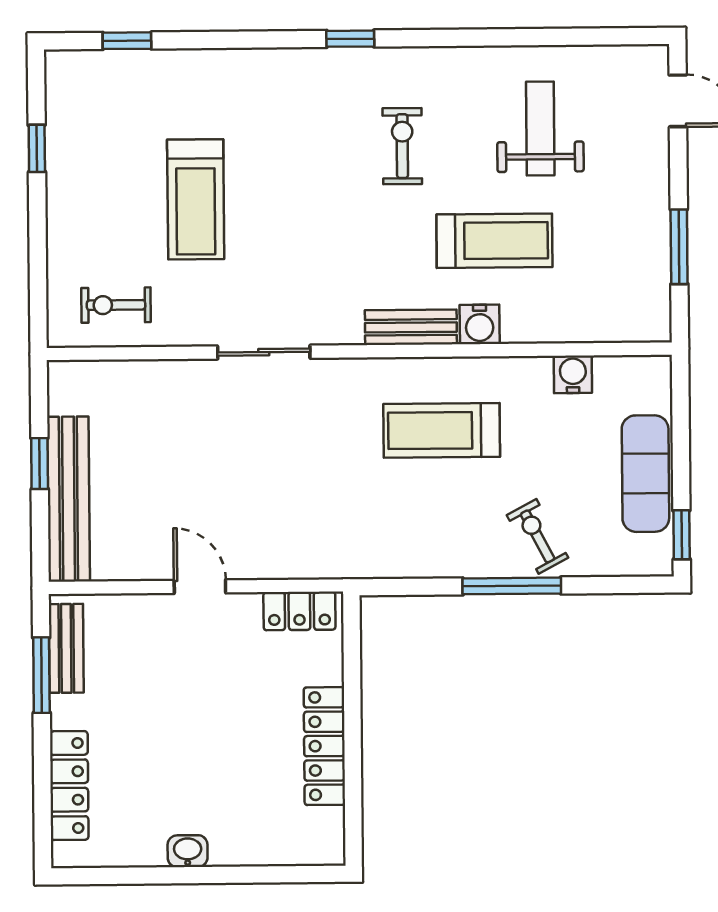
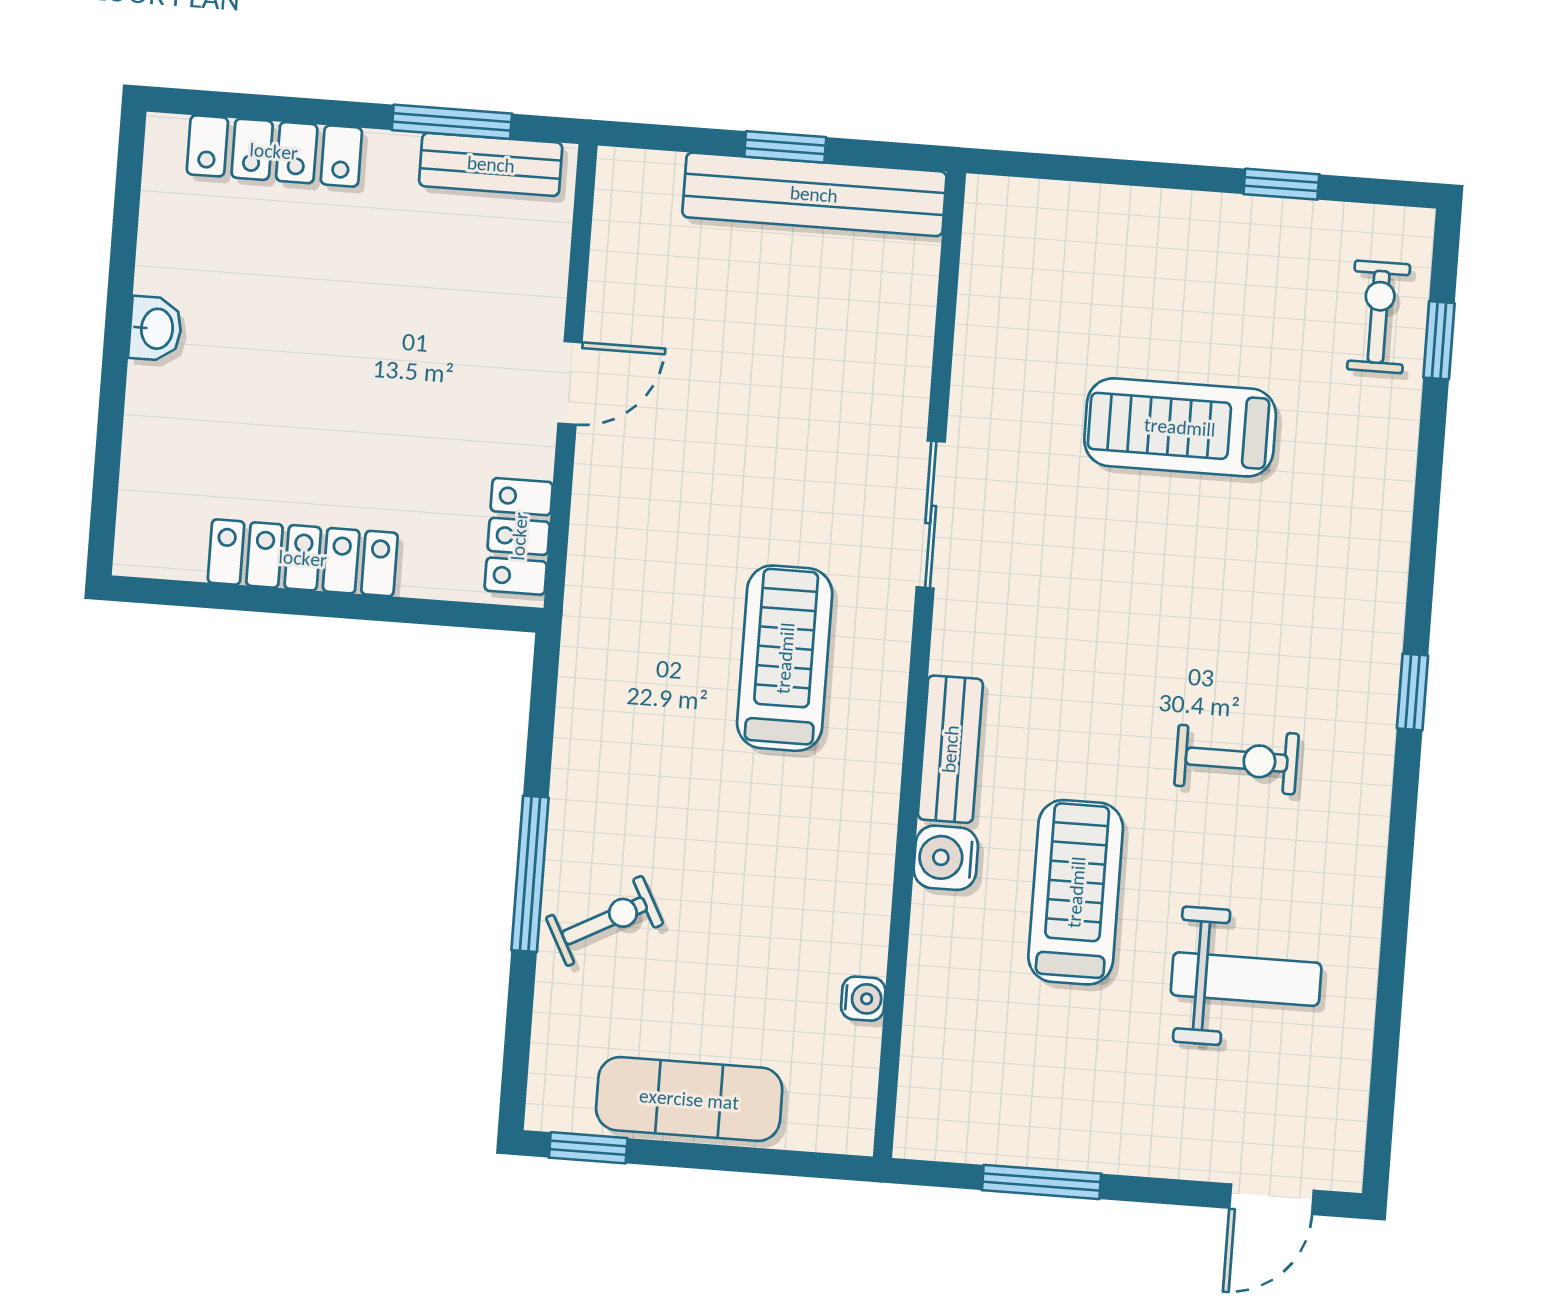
treadmill: (494, 241) -> (1076, 892), turned 180
exercise bike: (116, 305) -> (1379, 317), moved
water cooler: (573, 374) -> (863, 999), width x0.72, depth x0.72
treadmill: (442, 430) -> (785, 658), moved
bench: (68, 499) -> (814, 194), moved

